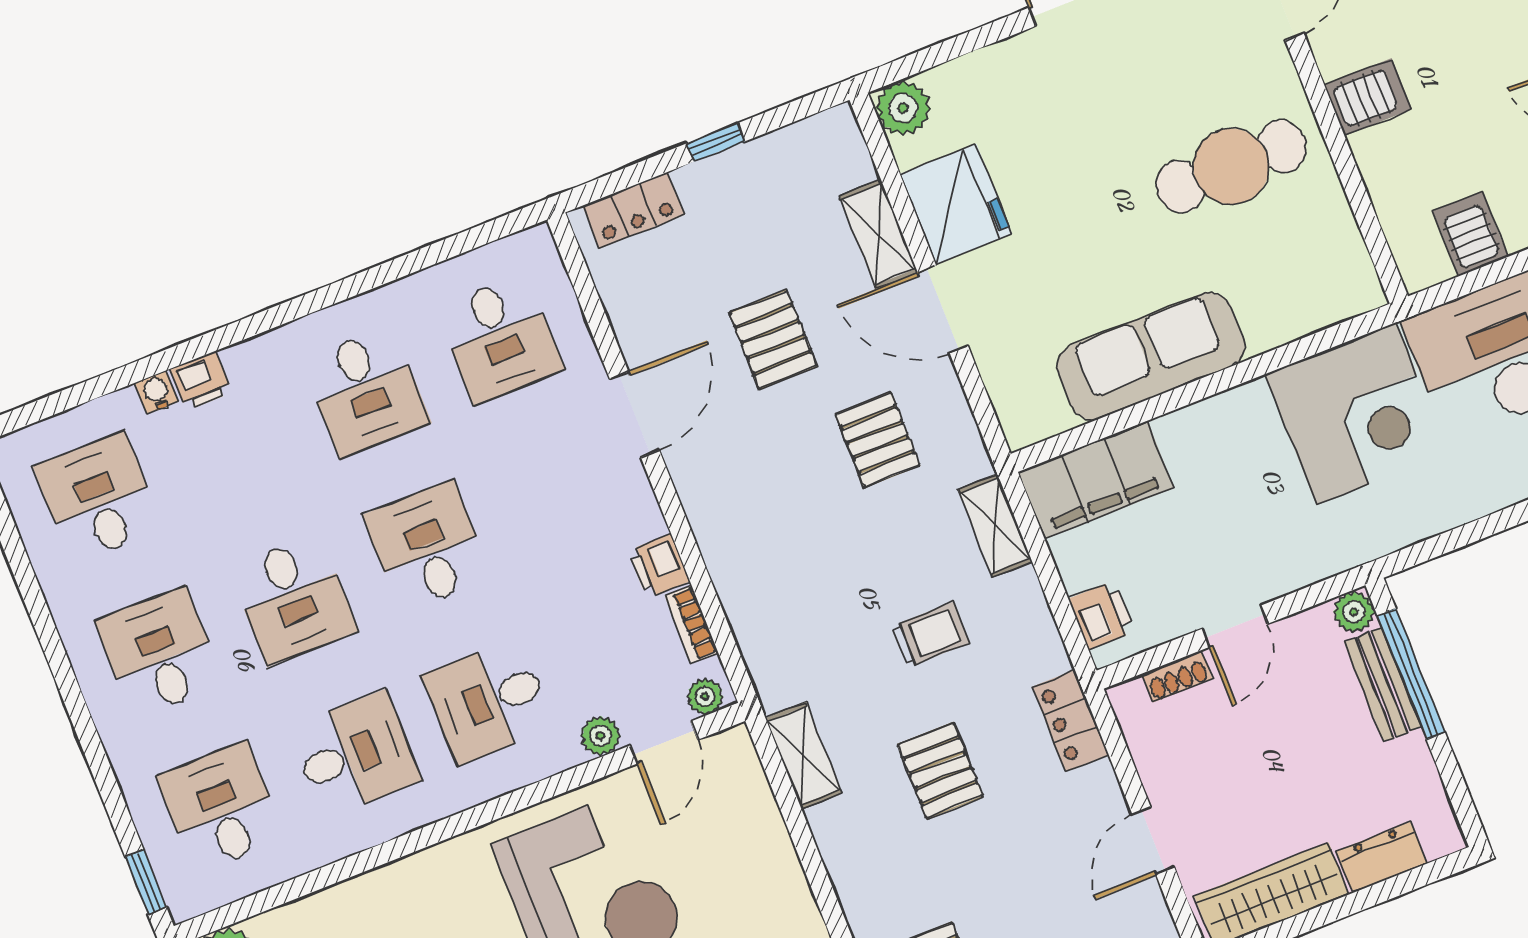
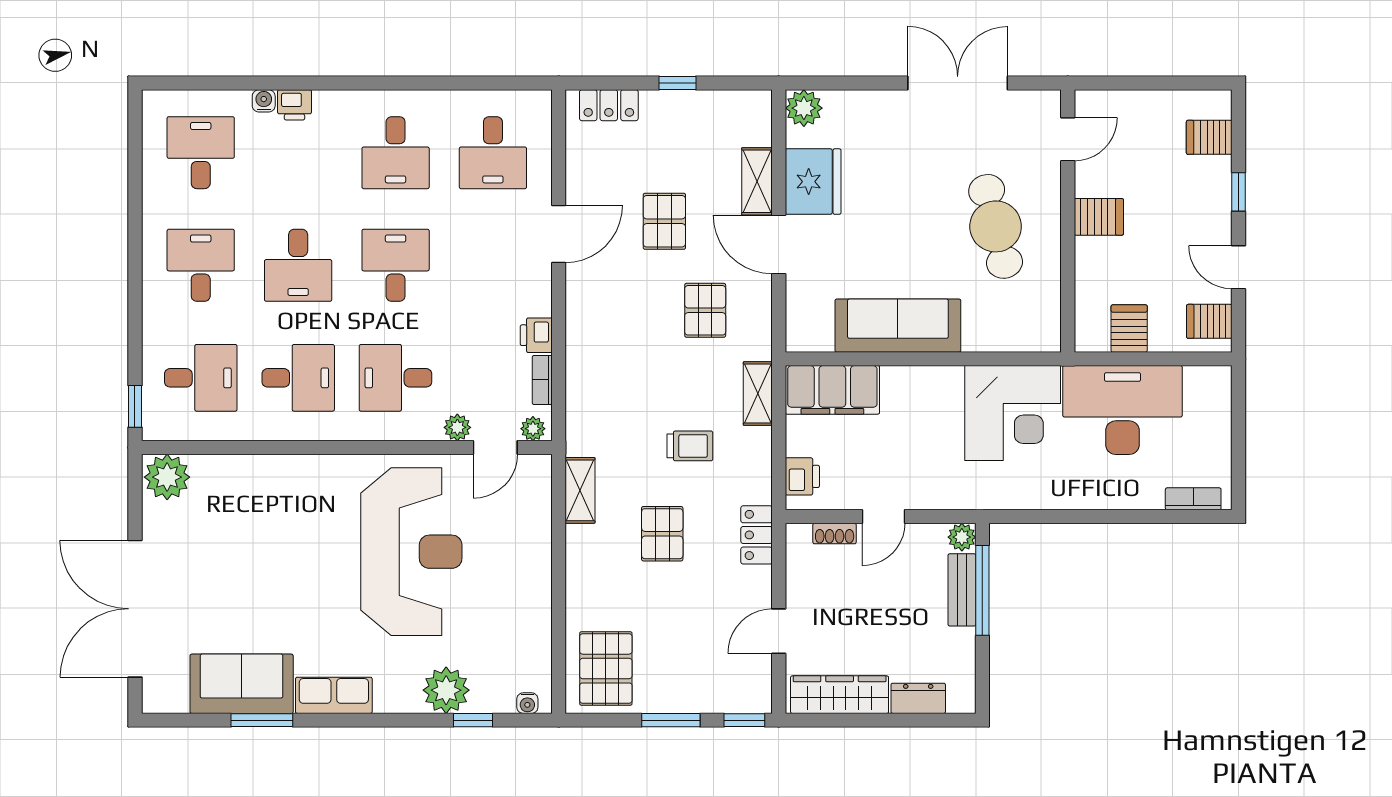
cafe table: (1231, 166) -> (996, 226), turned 76
desk: (221, 807) -> (201, 378), turned 90

